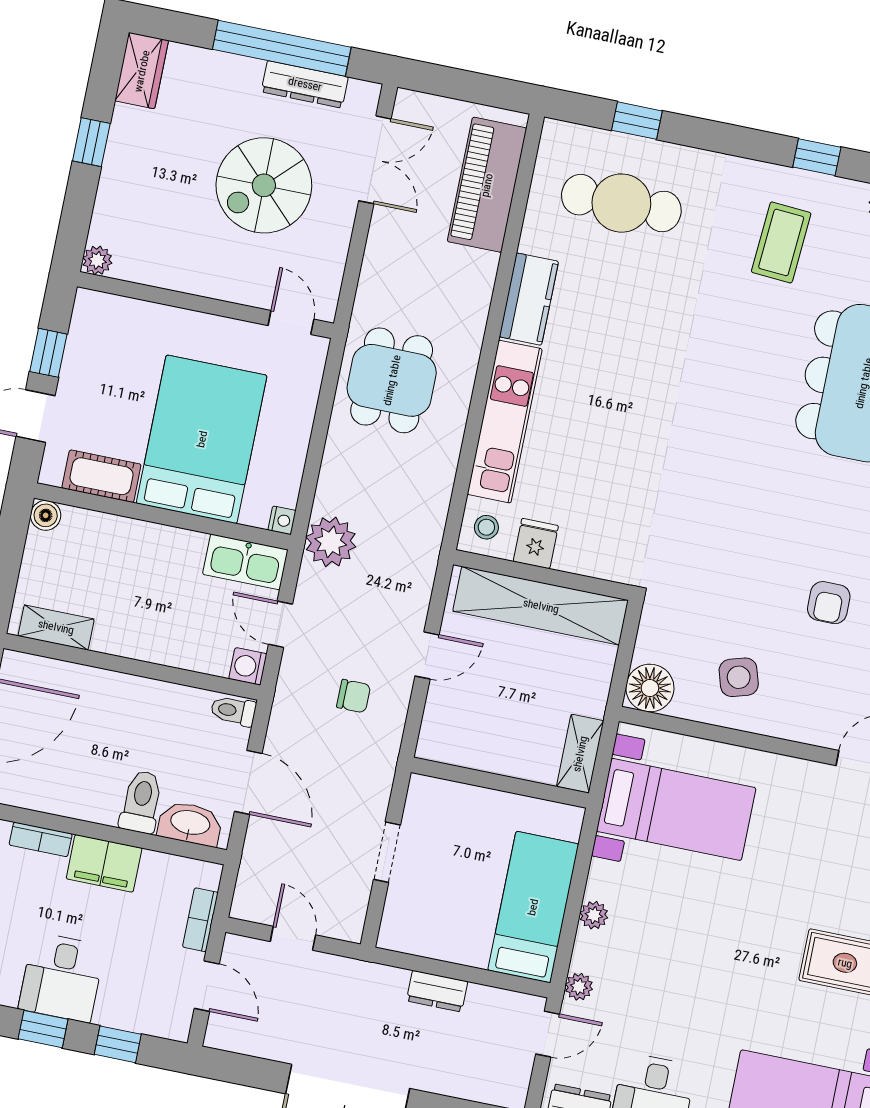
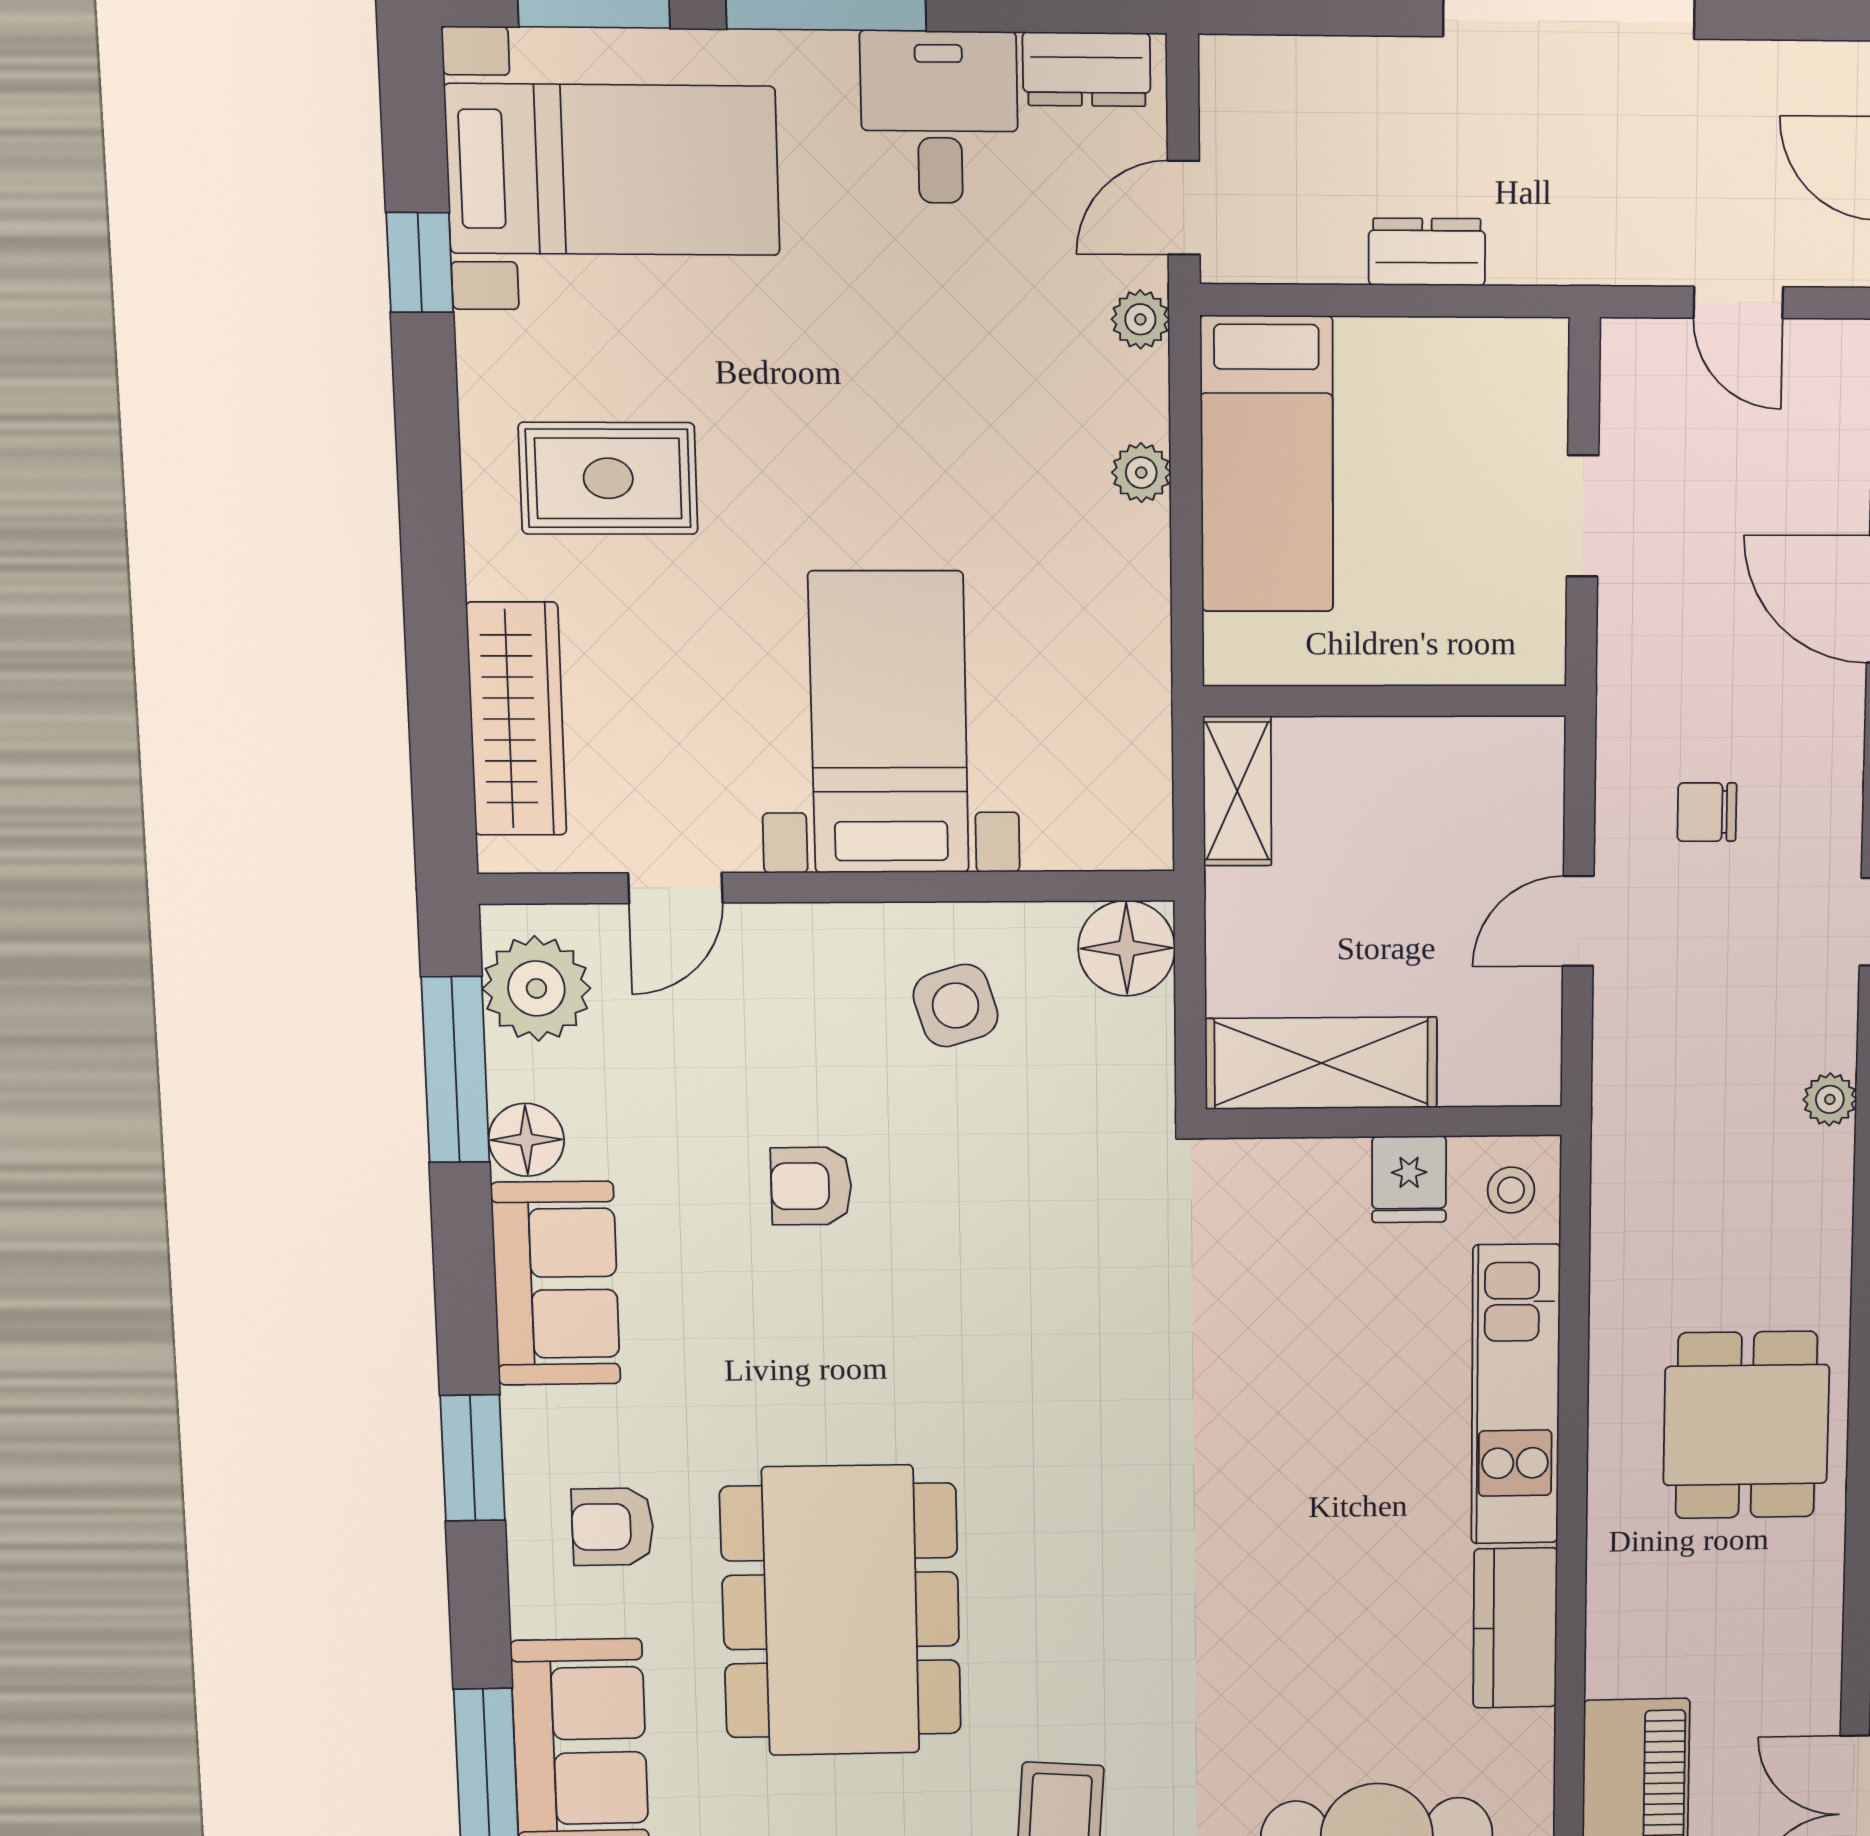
plant: (331, 542) -> (1830, 1099), width x0.53, depth x0.53
armchair: (829, 603) -> (811, 1186), turned -90
shelving: (541, 606) -> (1321, 1063), width x0.68
bed with nightstands: (676, 809) -> (889, 723), moved, turned 90

